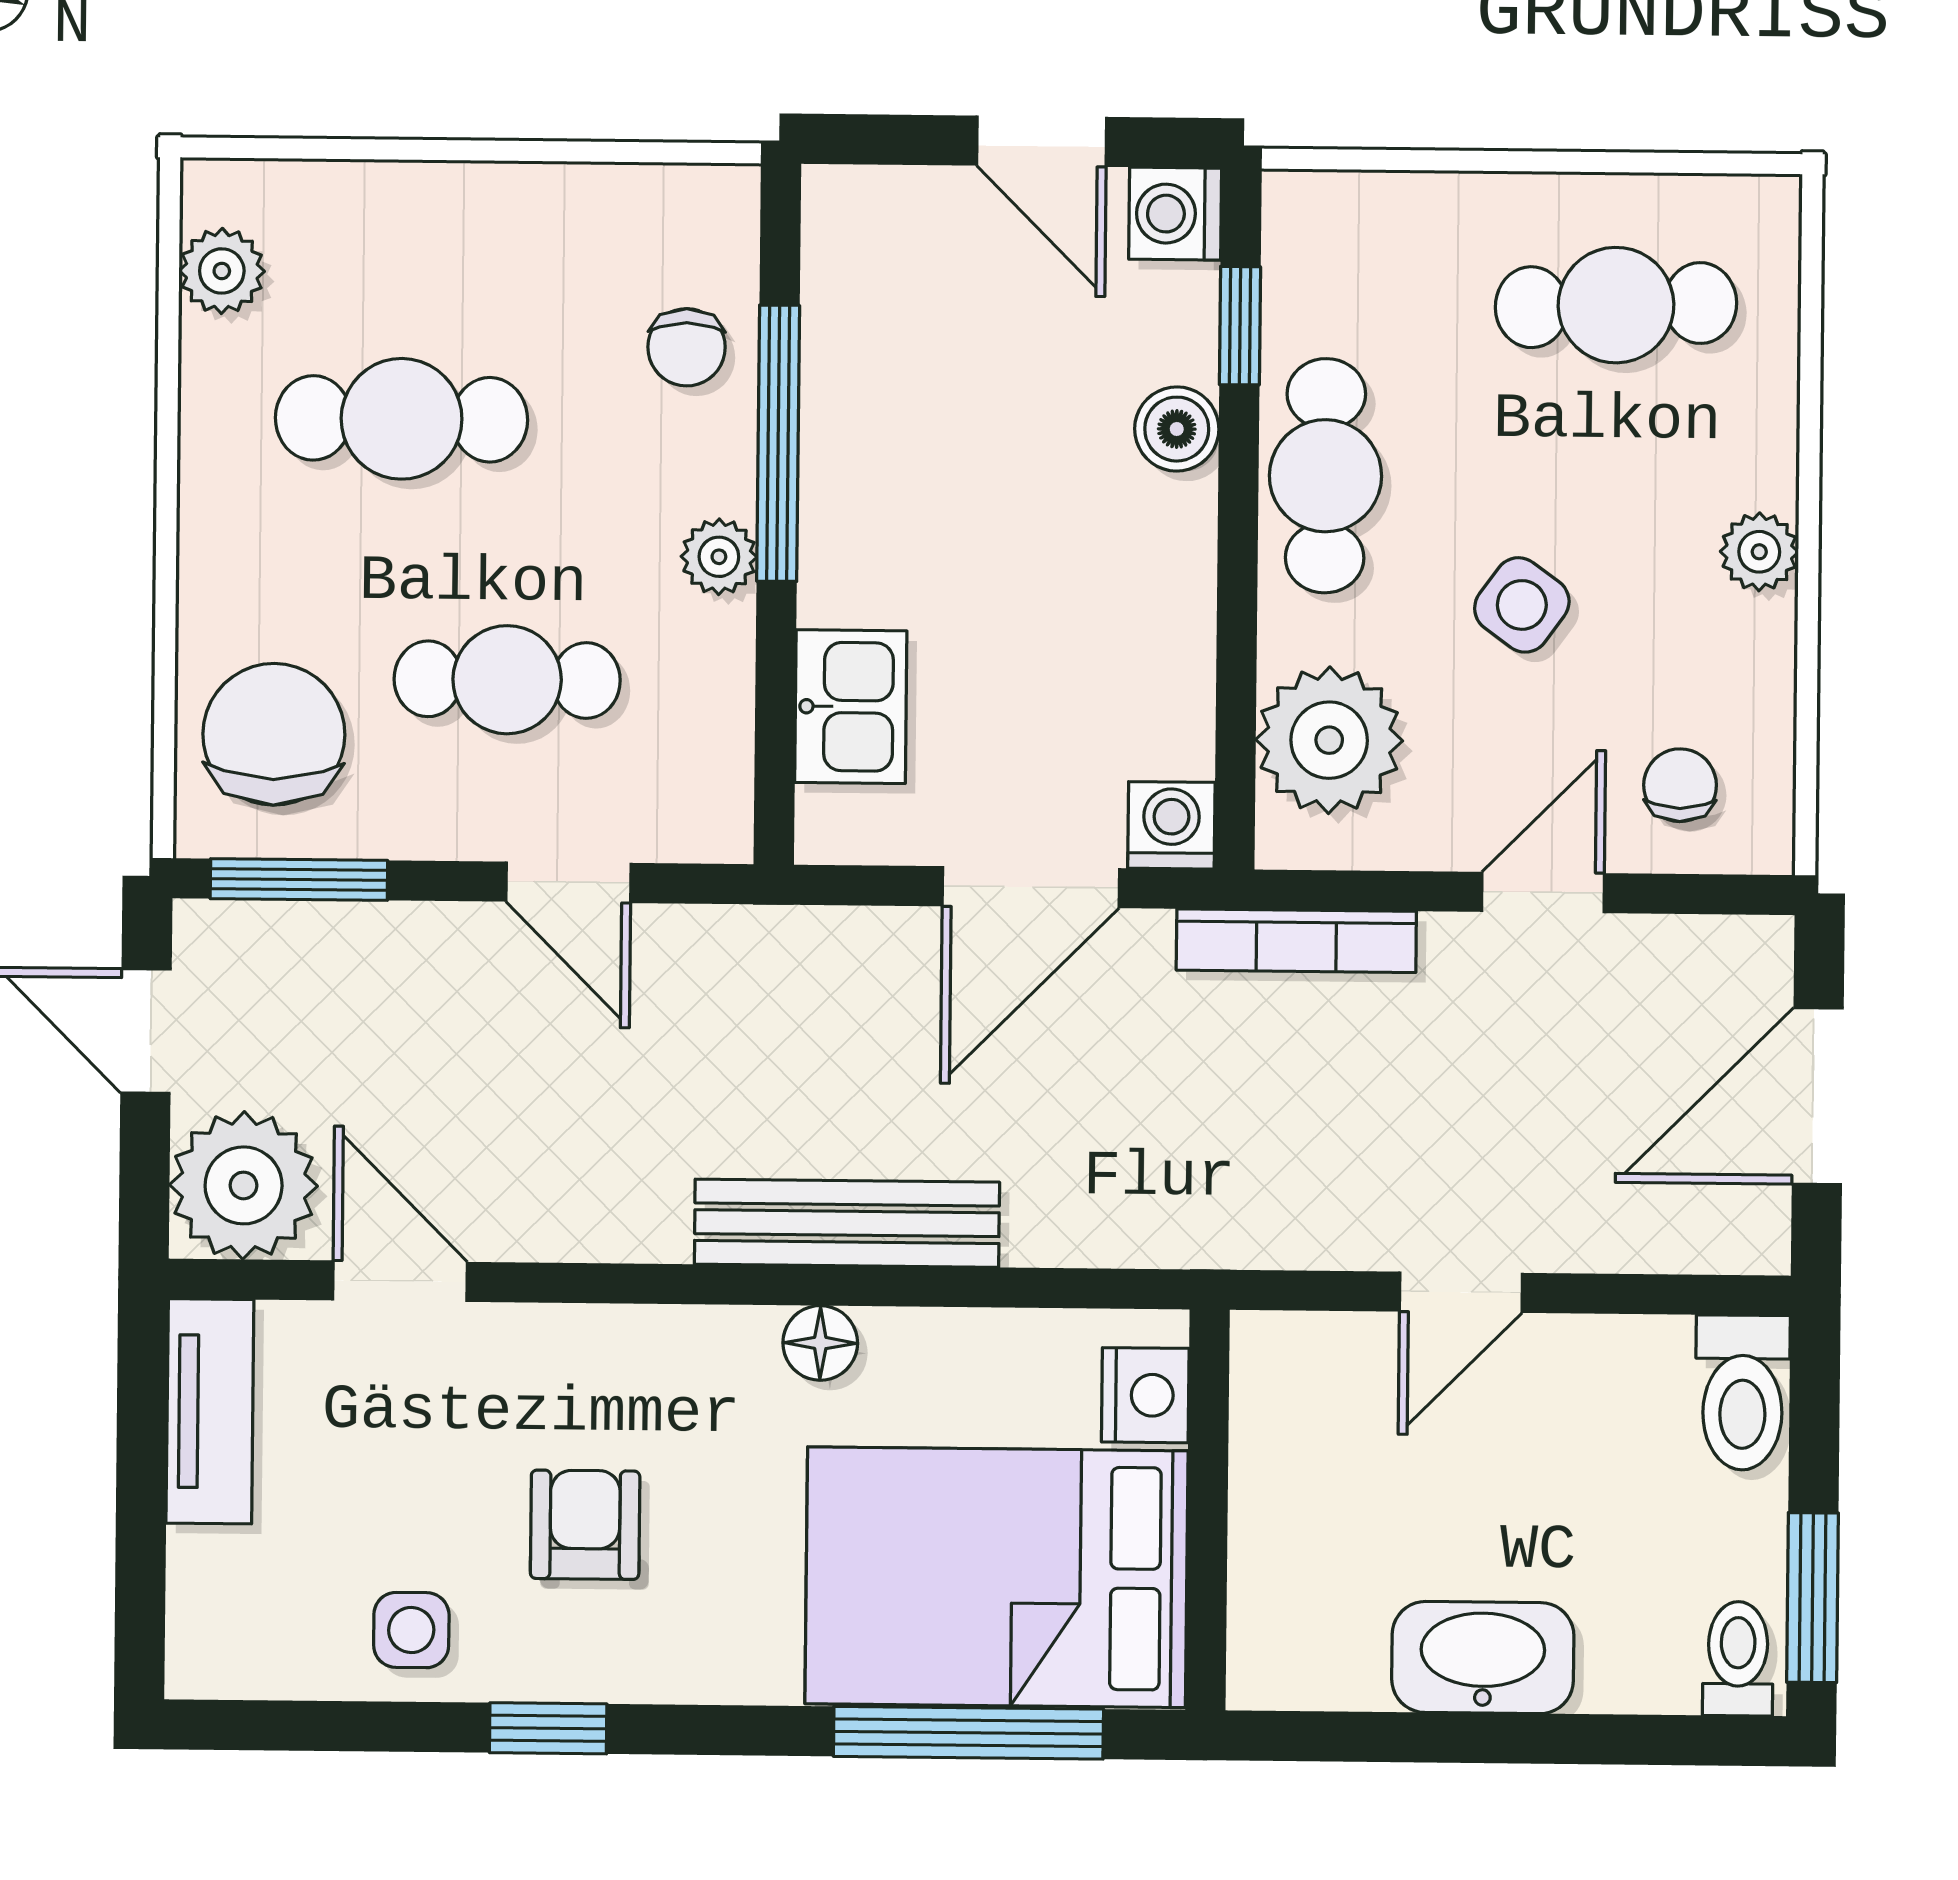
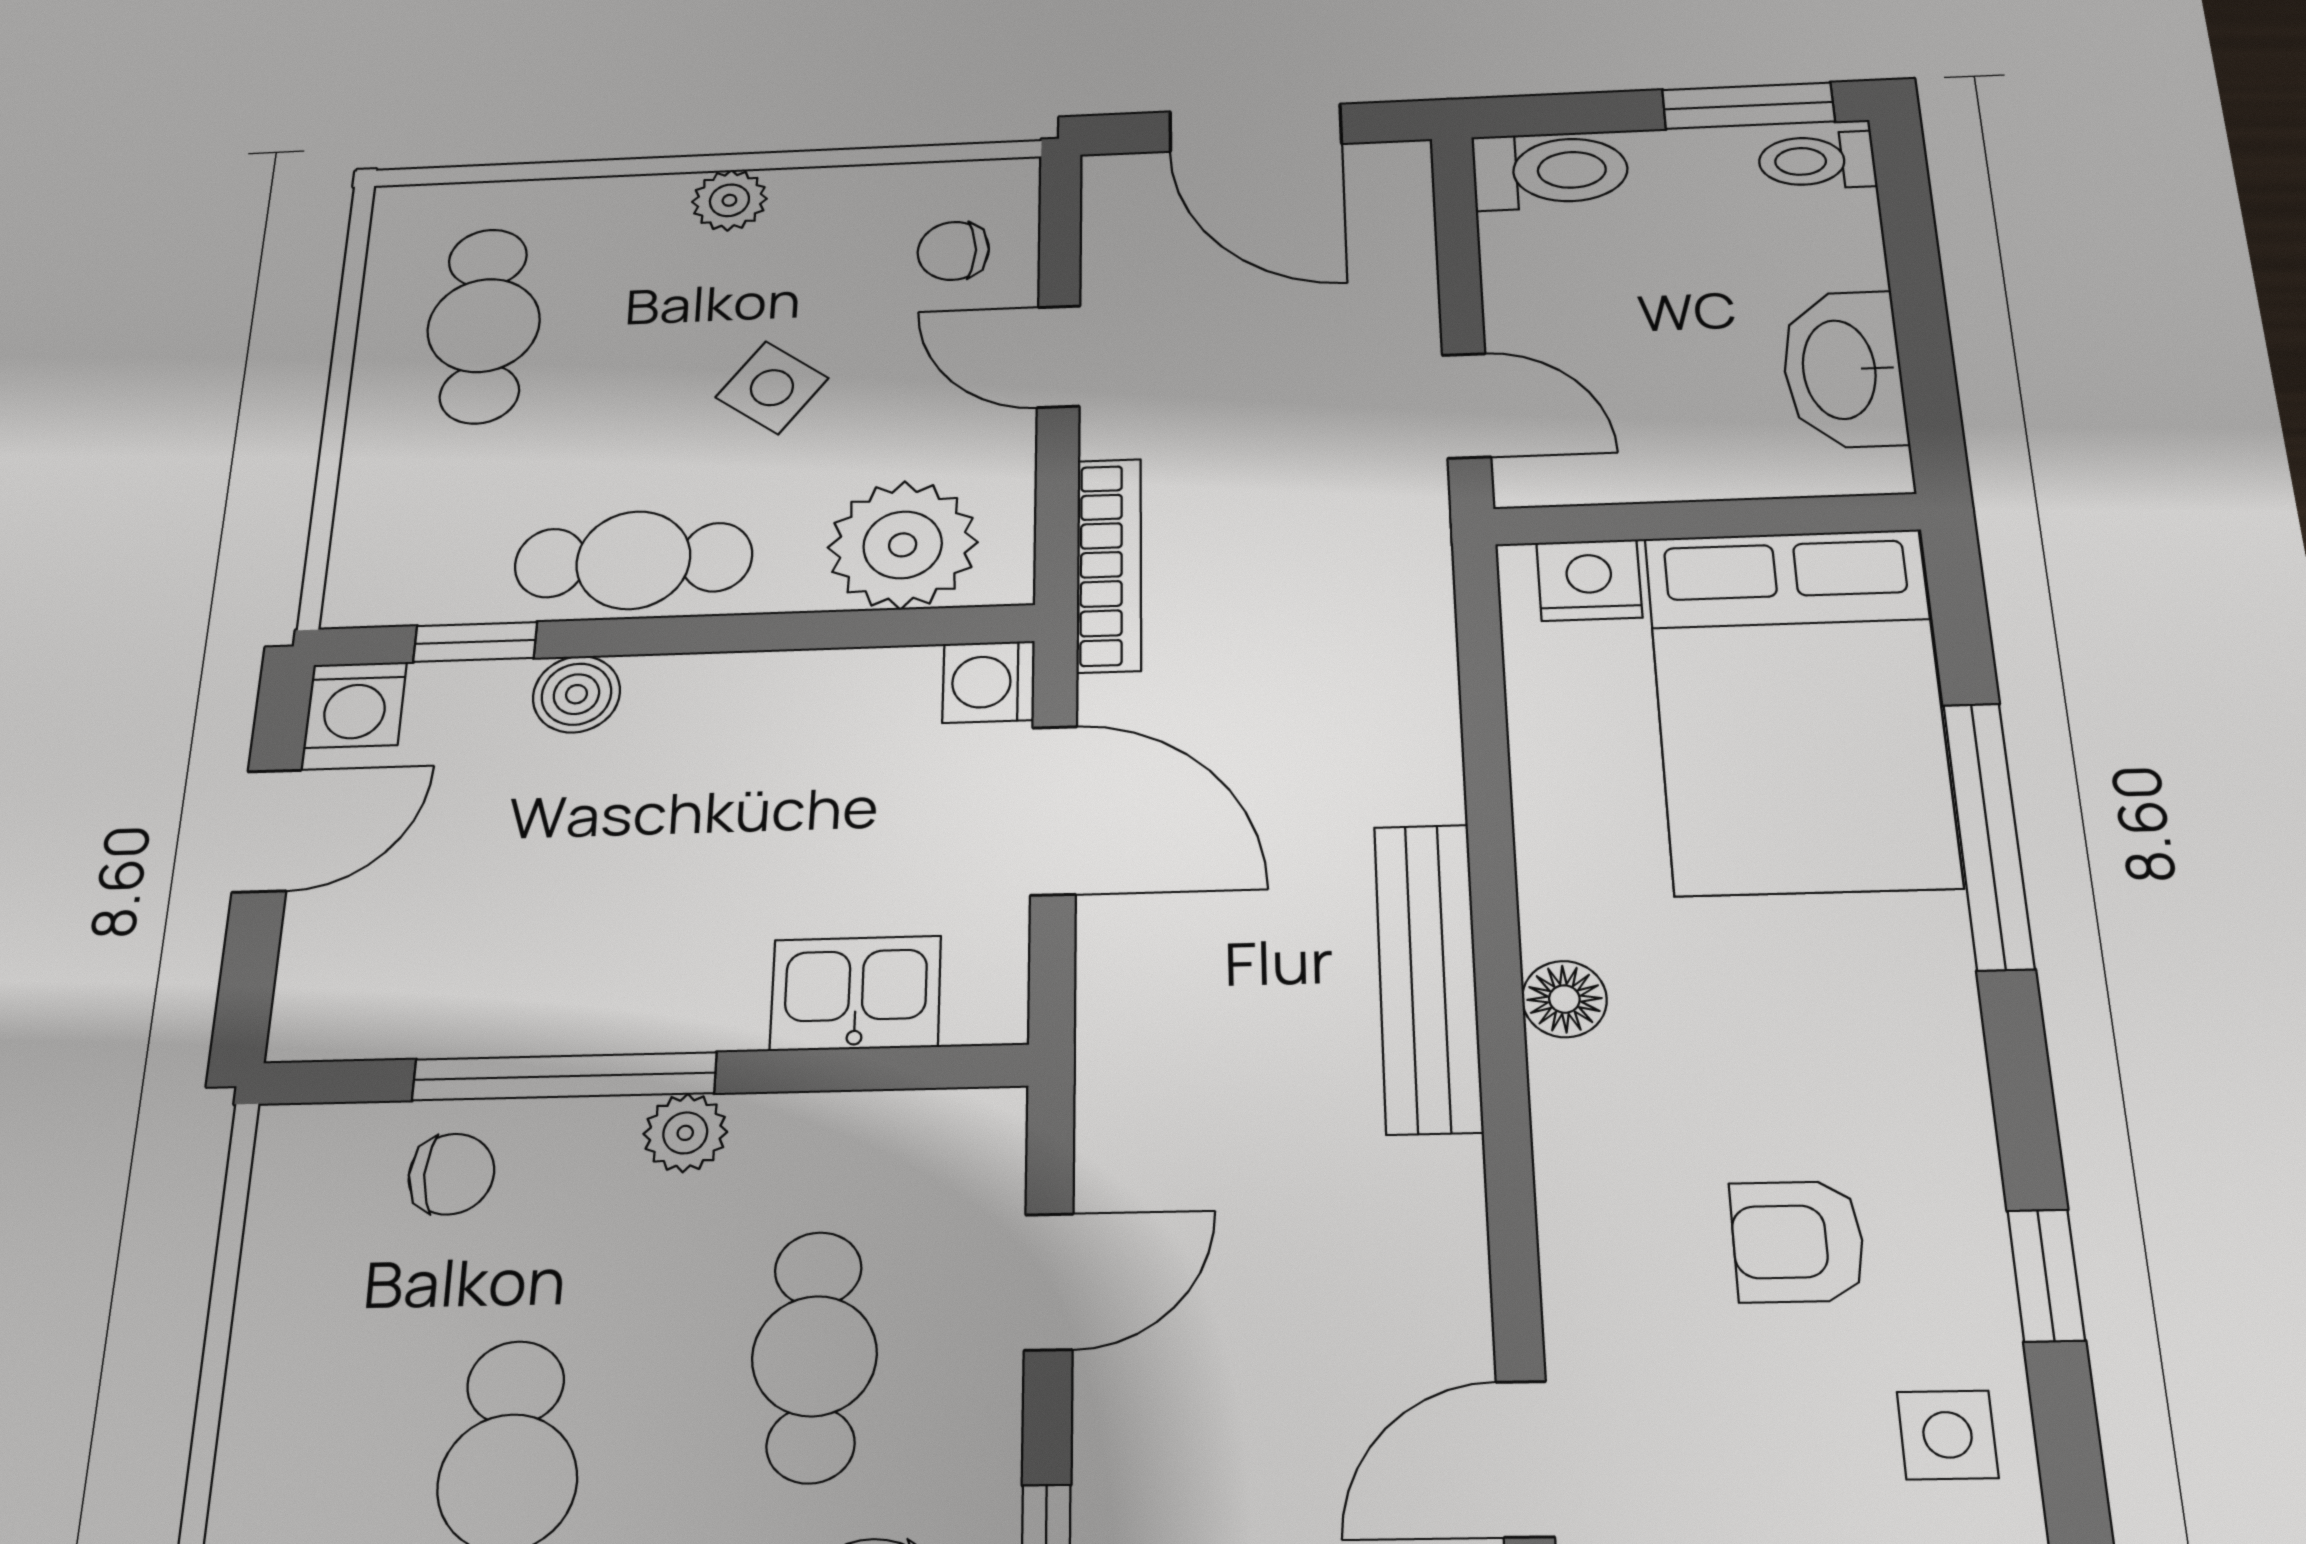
nightstand: (1145, 1395) -> (1589, 580), moved
wall: (1208, 1510) -> (1706, 519), moved
bed: (997, 1577) -> (1800, 709), moved

